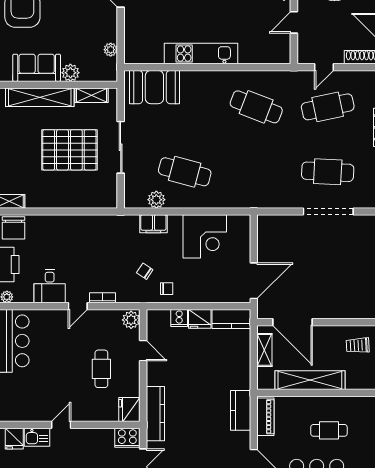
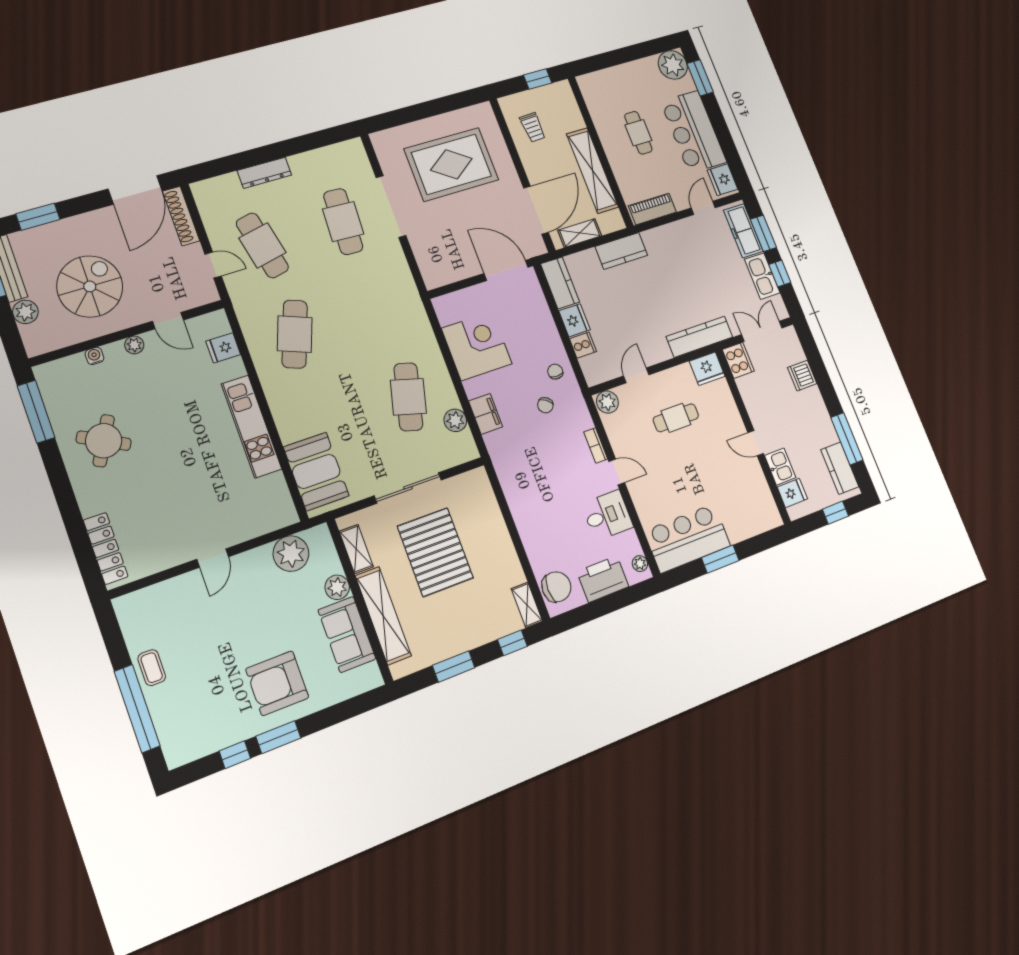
plant: (111, 50) -> (291, 554), width x1.87, depth x1.87
fridge: (262, 54) -> (223, 348), added
rug: (347, 270) -> (451, 164), added
kitchen counter: (241, 410) -> (621, 251), moved

